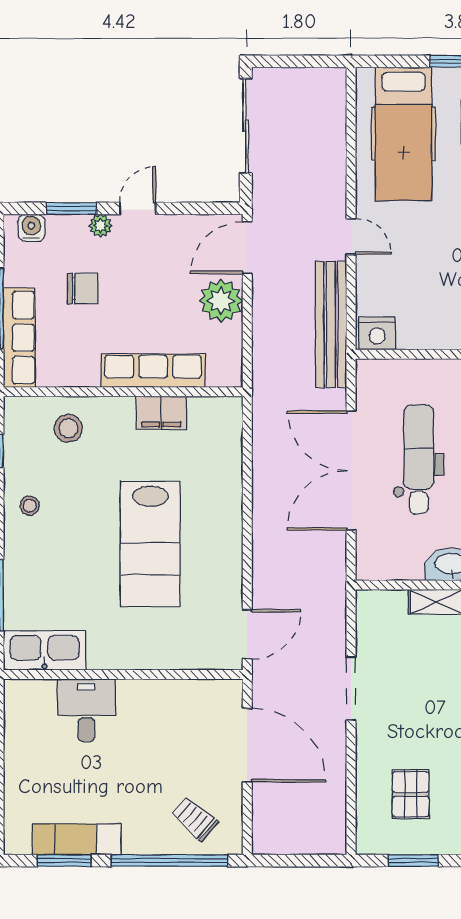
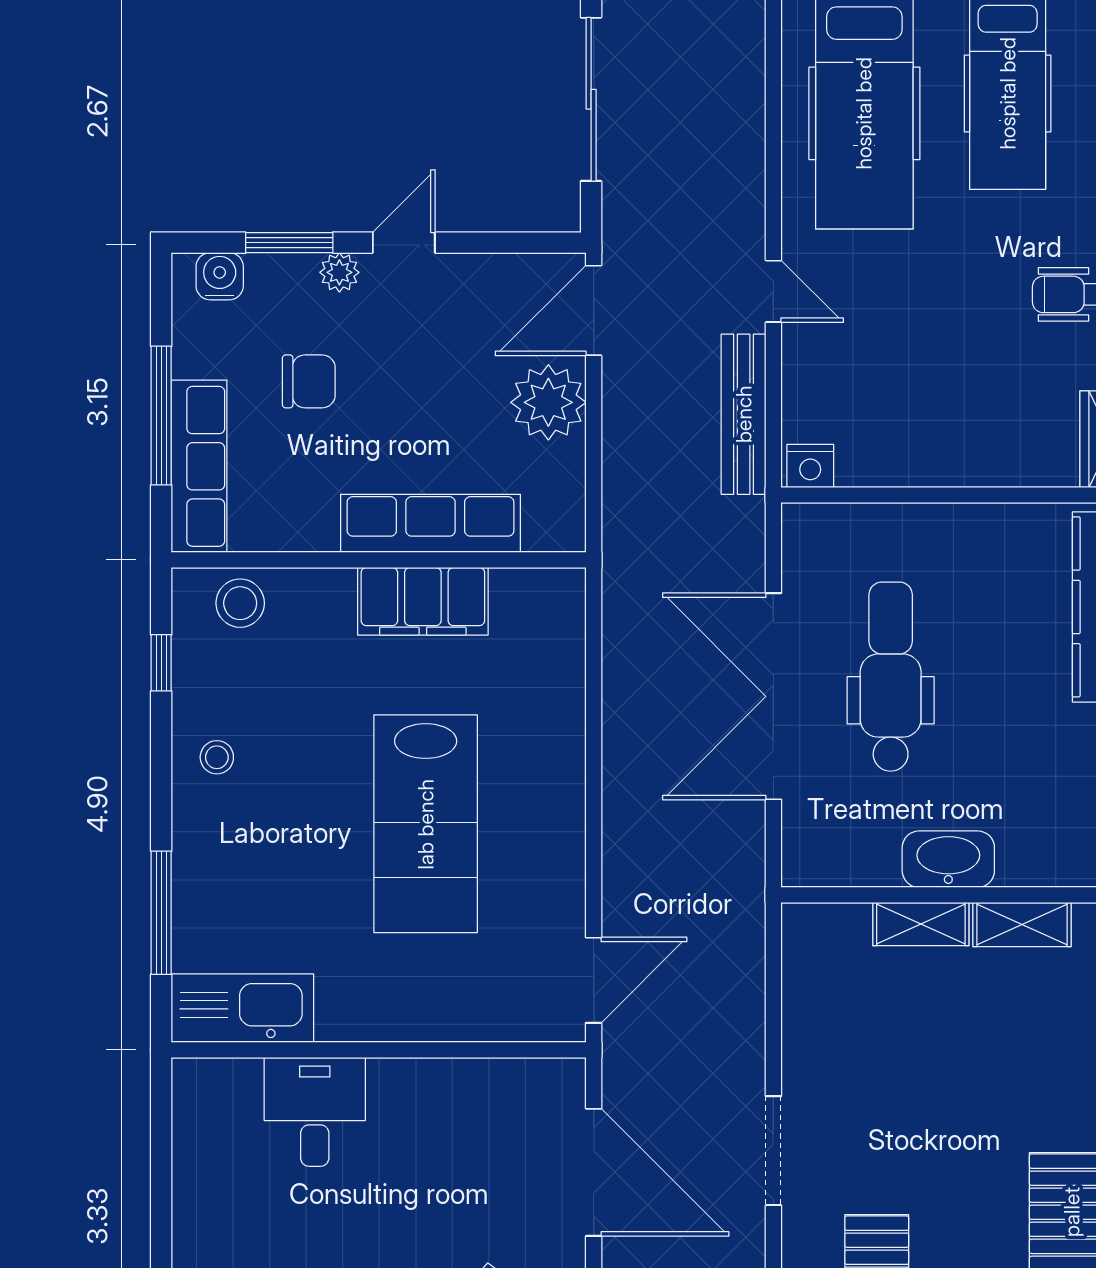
bench: (331, 324) -> (744, 414), width x0.73, depth x0.82
nightstand: (377, 333) -> (810, 466), width x0.74, depth x0.75
filing cabinet: (161, 413) -> (423, 601), width x1.50, depth x1.17
stool: (68, 428) -> (240, 603), moved
doorway: (351, 689) -> (773, 1151), moved

